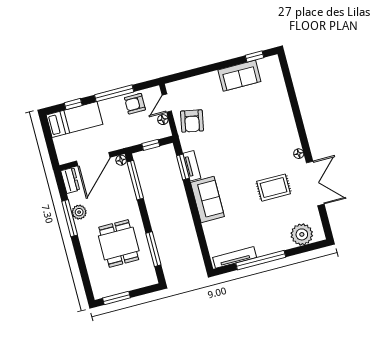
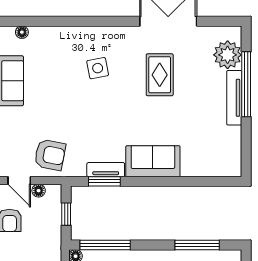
side table: (266, 140) -> (98, 68), added
floor lamp: (299, 154) -> (22, 32), moved
tv unit: (235, 257) -> (234, 98), moved
window: (261, 260) -> (246, 84), moved

